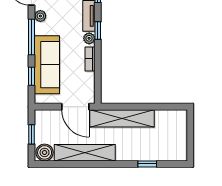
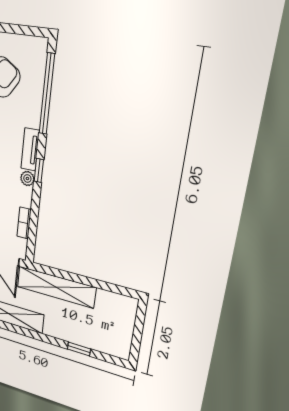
bookcase: (90, 59) -> (24, 223), moved

